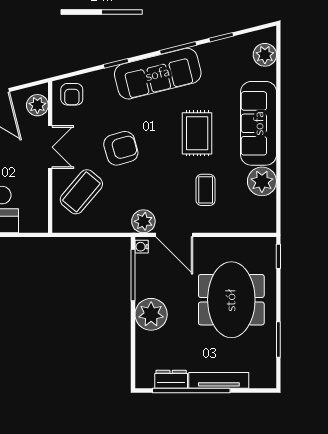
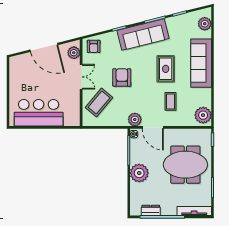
armchair: (121, 148) -> (122, 77), turned -74
plant: (262, 181) -> (203, 115), moved
meeting table: (231, 300) -> (185, 165), turned 90
tv unit: (219, 380) -> (194, 211), moved

